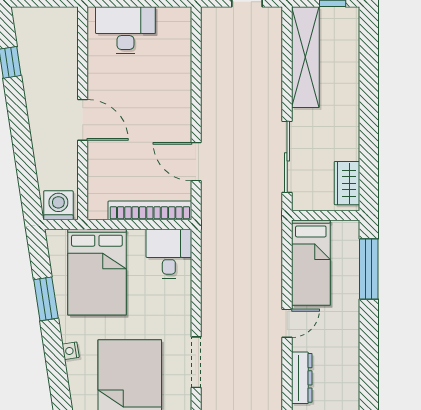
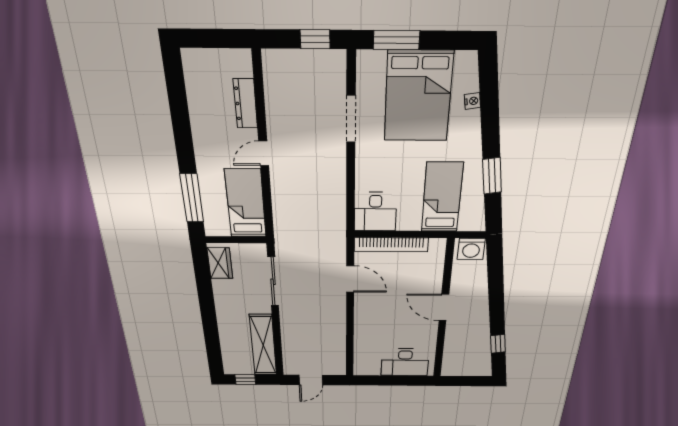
bed: (97, 272) -> (442, 197), width x0.67
nightstand: (71, 351) -> (472, 101), moved

